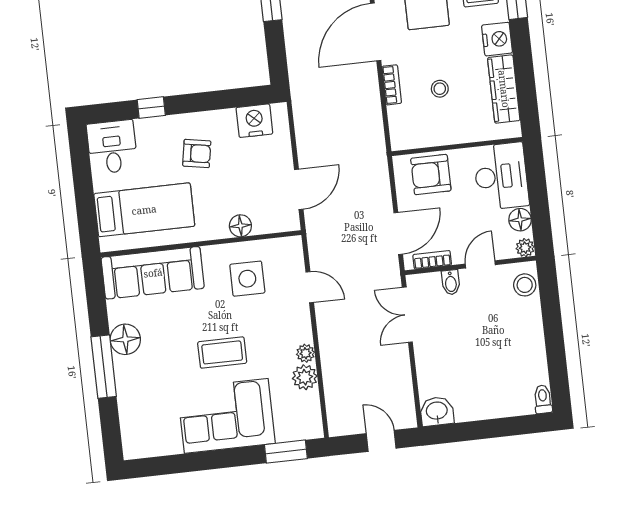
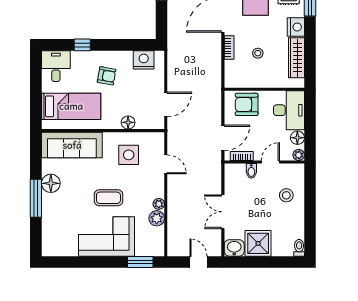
stool: (525, 285) -> (286, 195), moved
double door: (407, 315) -> (223, 212), moved
shower: (475, 400) -> (258, 243), added

